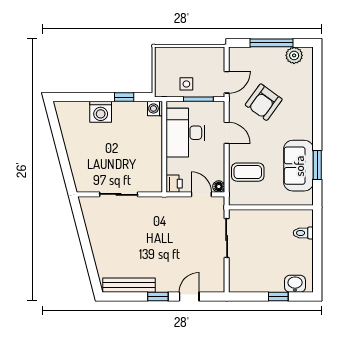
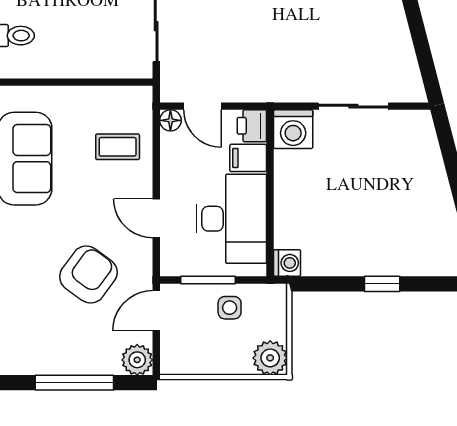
plant: (294, 55) -> (137, 360), moved
plant: (164, 56) -> (270, 358), added
window: (124, 97) -> (382, 284), moved
washing machine: (101, 112) -> (293, 129), moved, turned 180
filing cabinet: (176, 166) -> (248, 158), added
coffee table: (248, 172) -> (118, 147), width x0.73, depth x0.77

